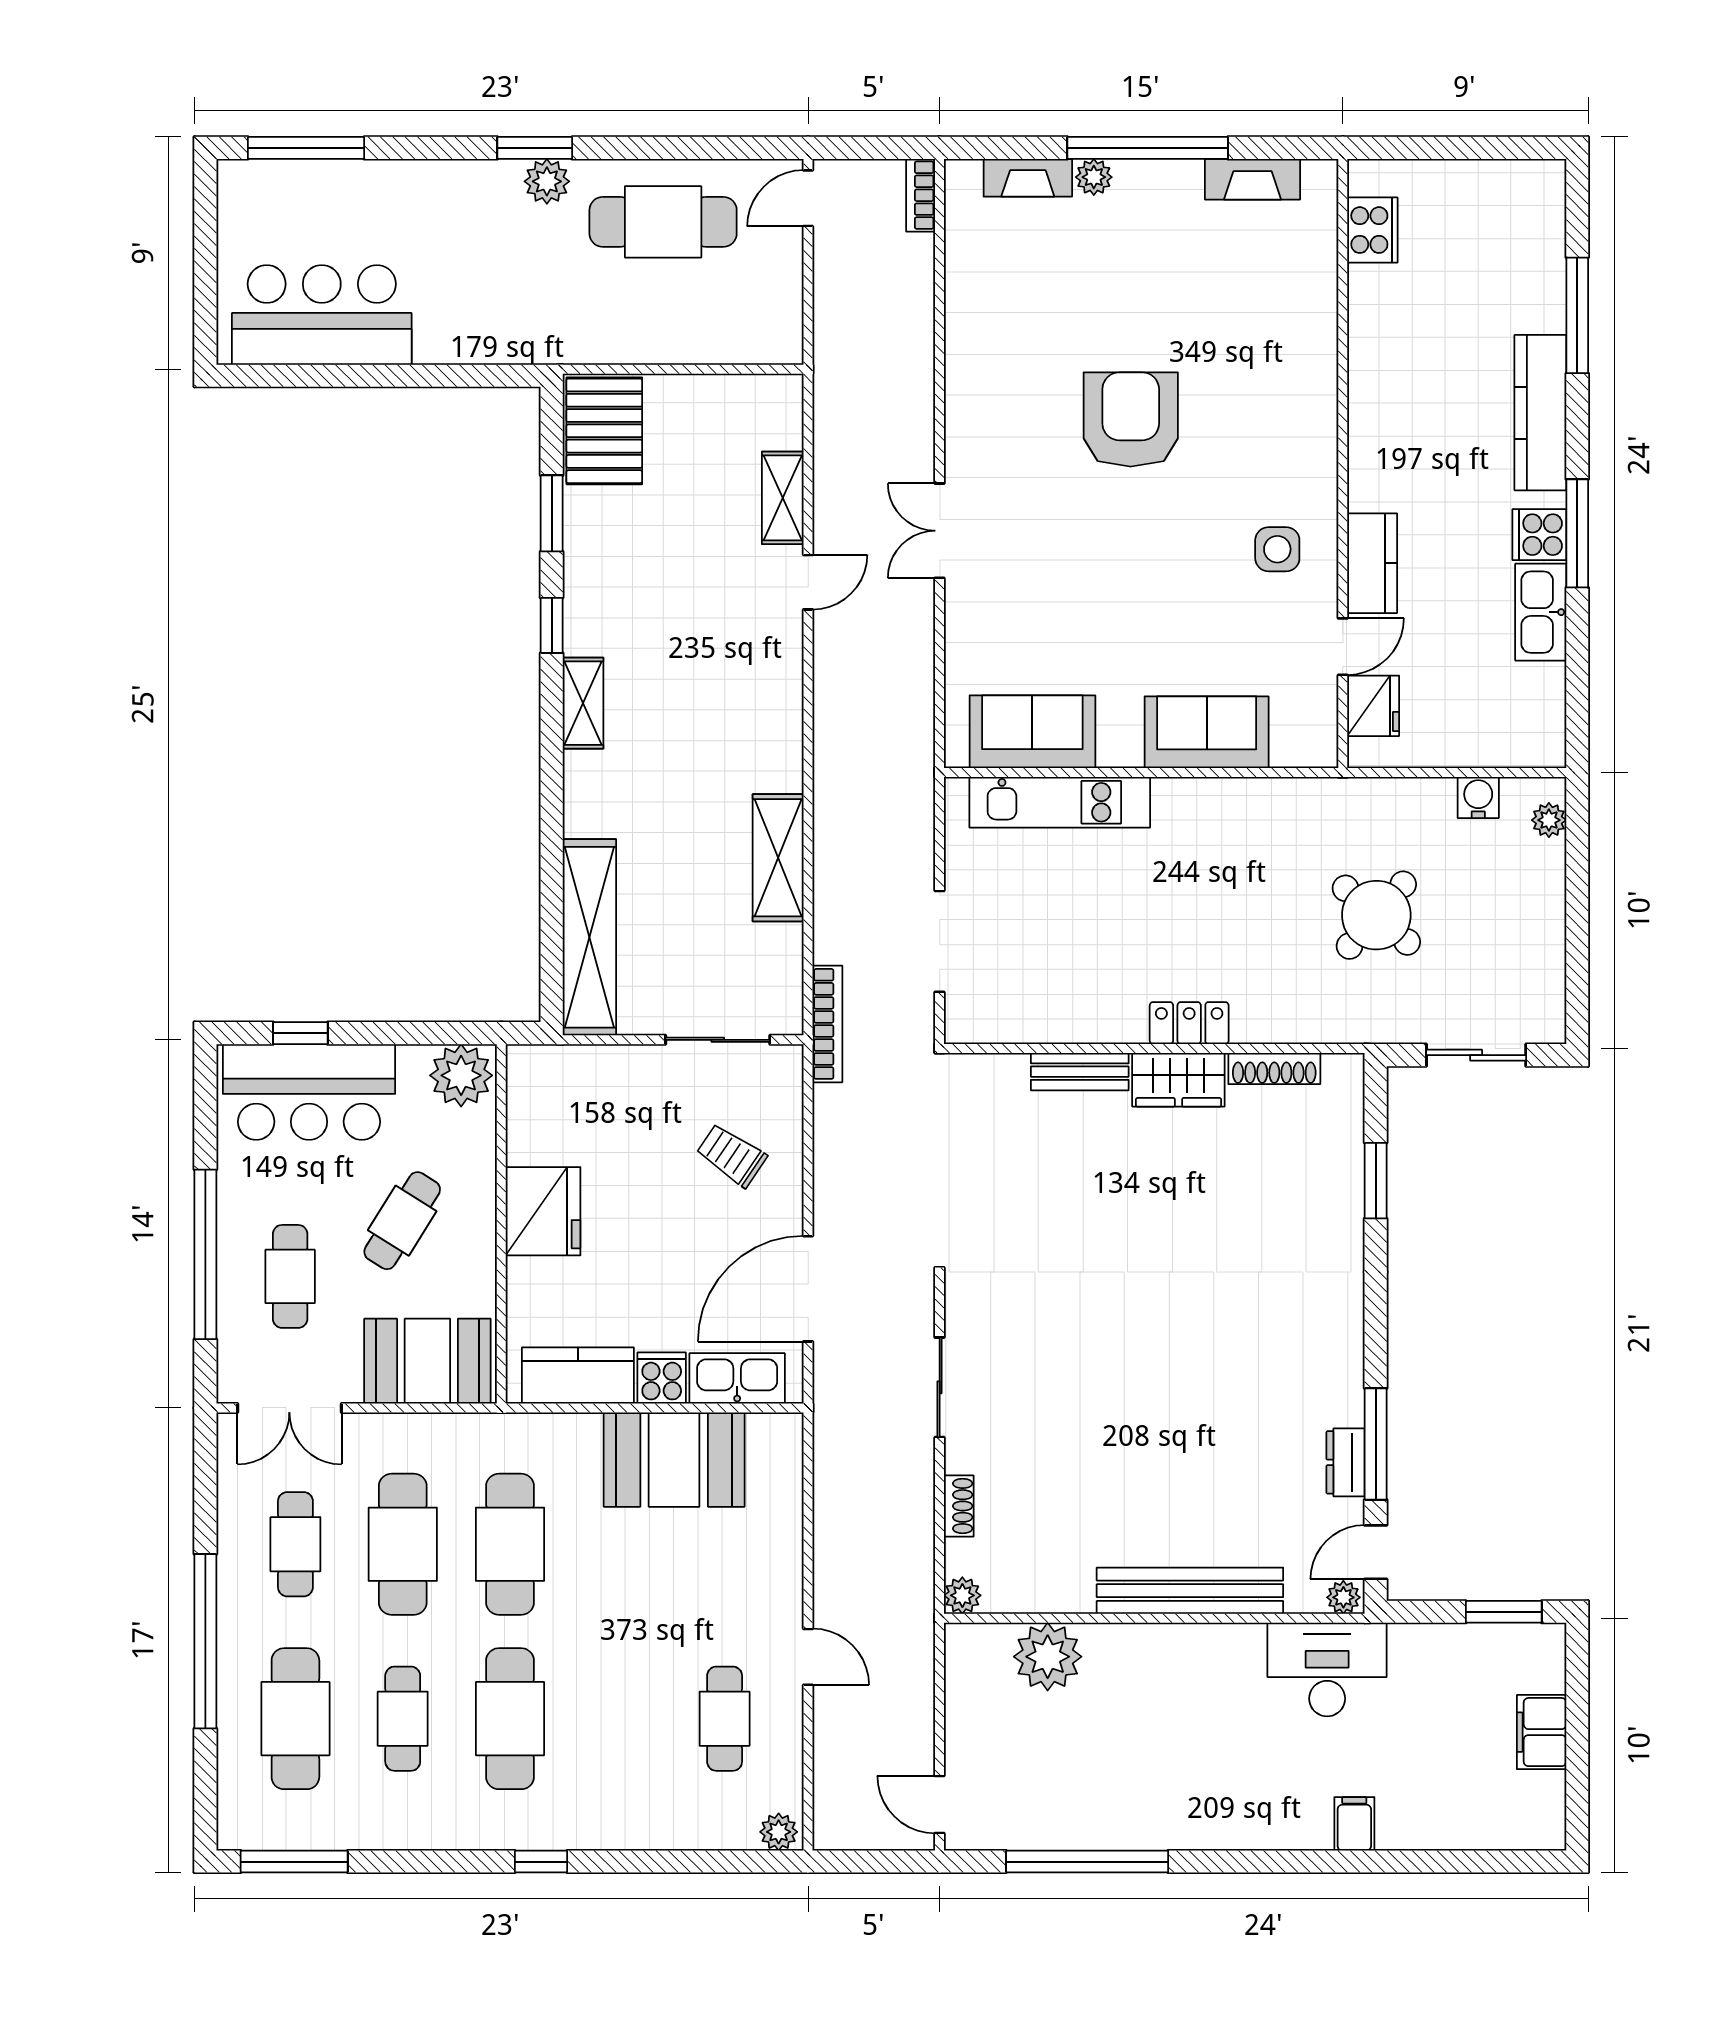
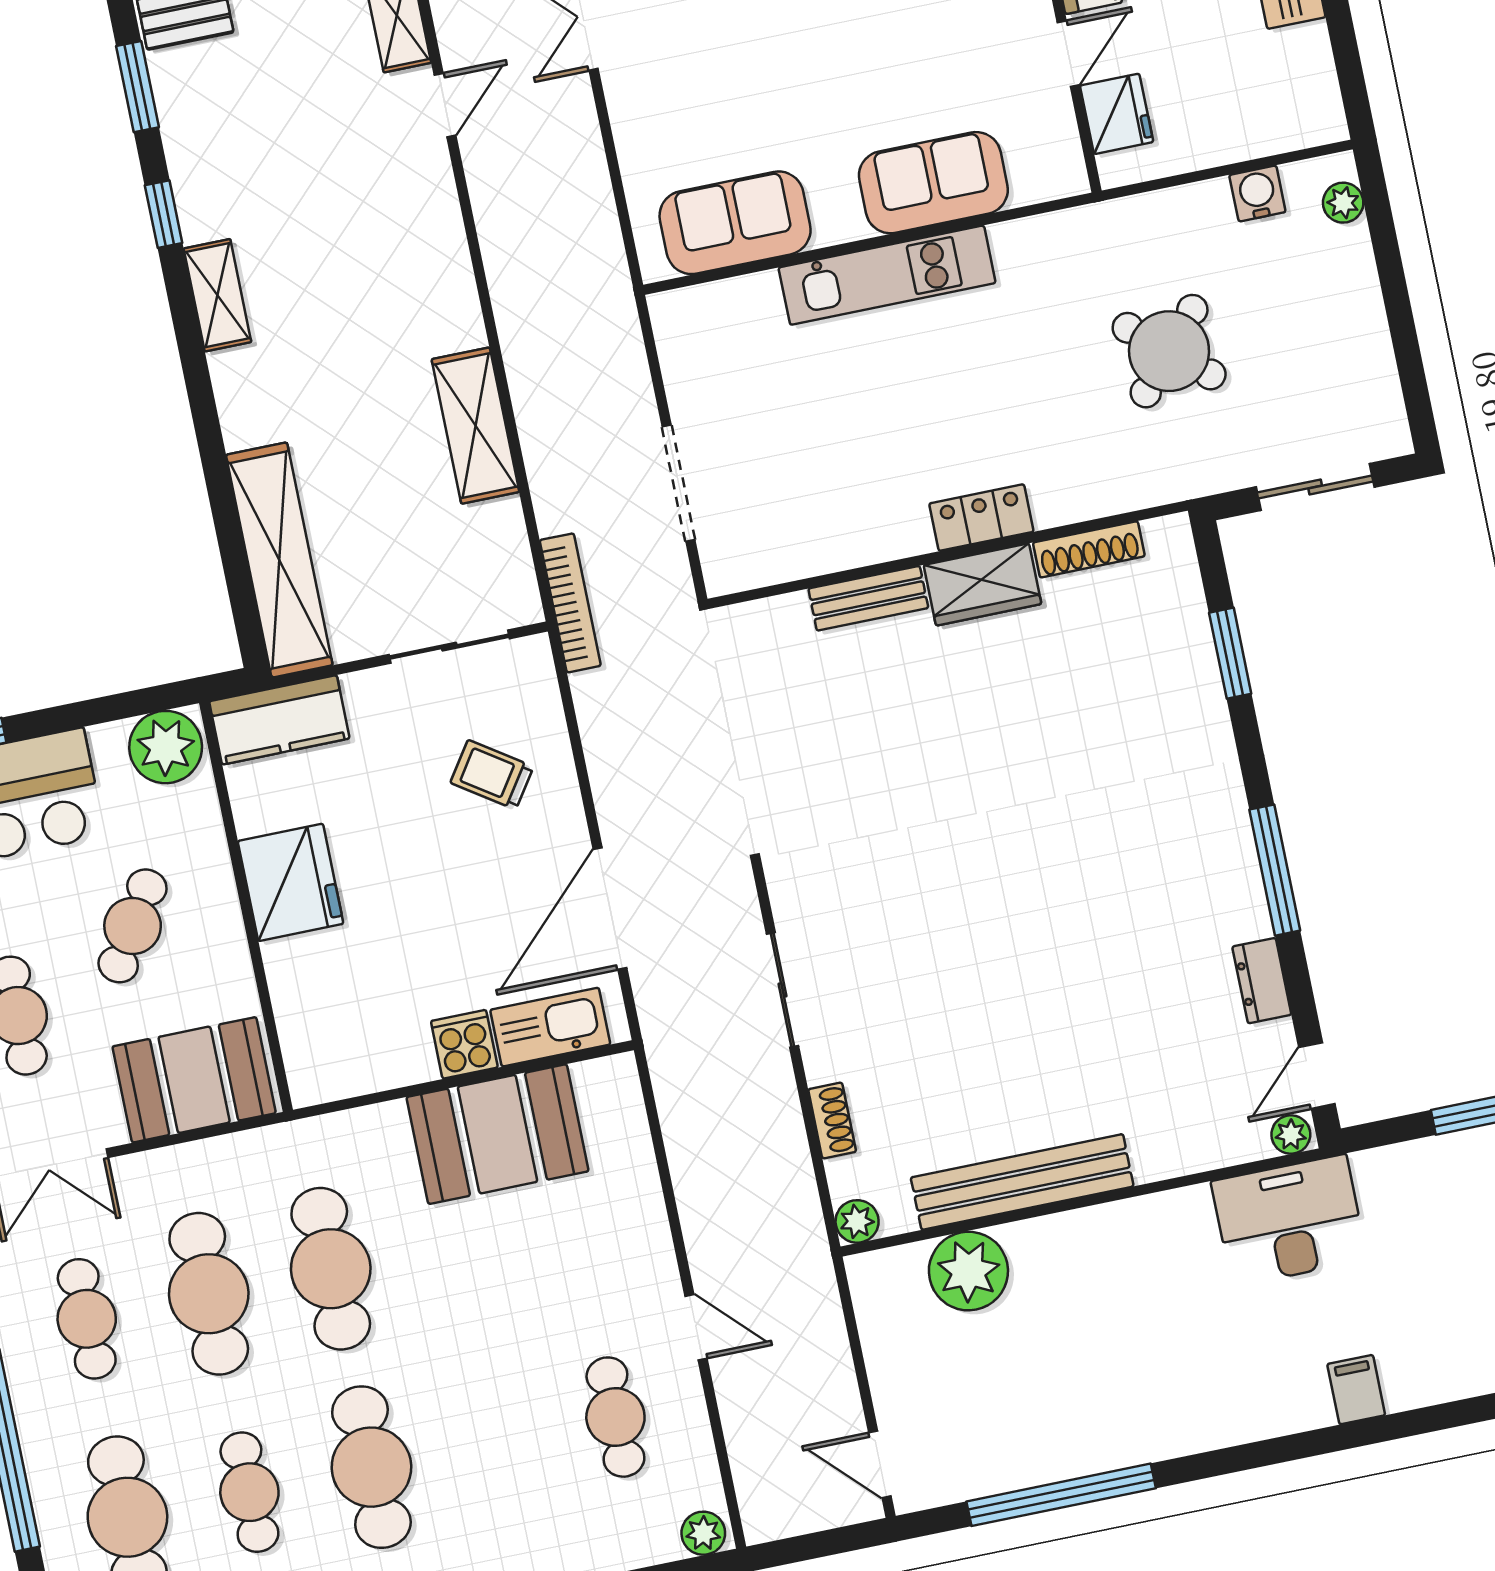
kitchen unit: (1060, 802) -> (887, 275), moved
kitchen counter: (578, 1376) -> (279, 720), moved, turned 180
window: (1376, 1444) -> (1275, 870), moved
bench: (1190, 1591) -> (1022, 1182), moved

